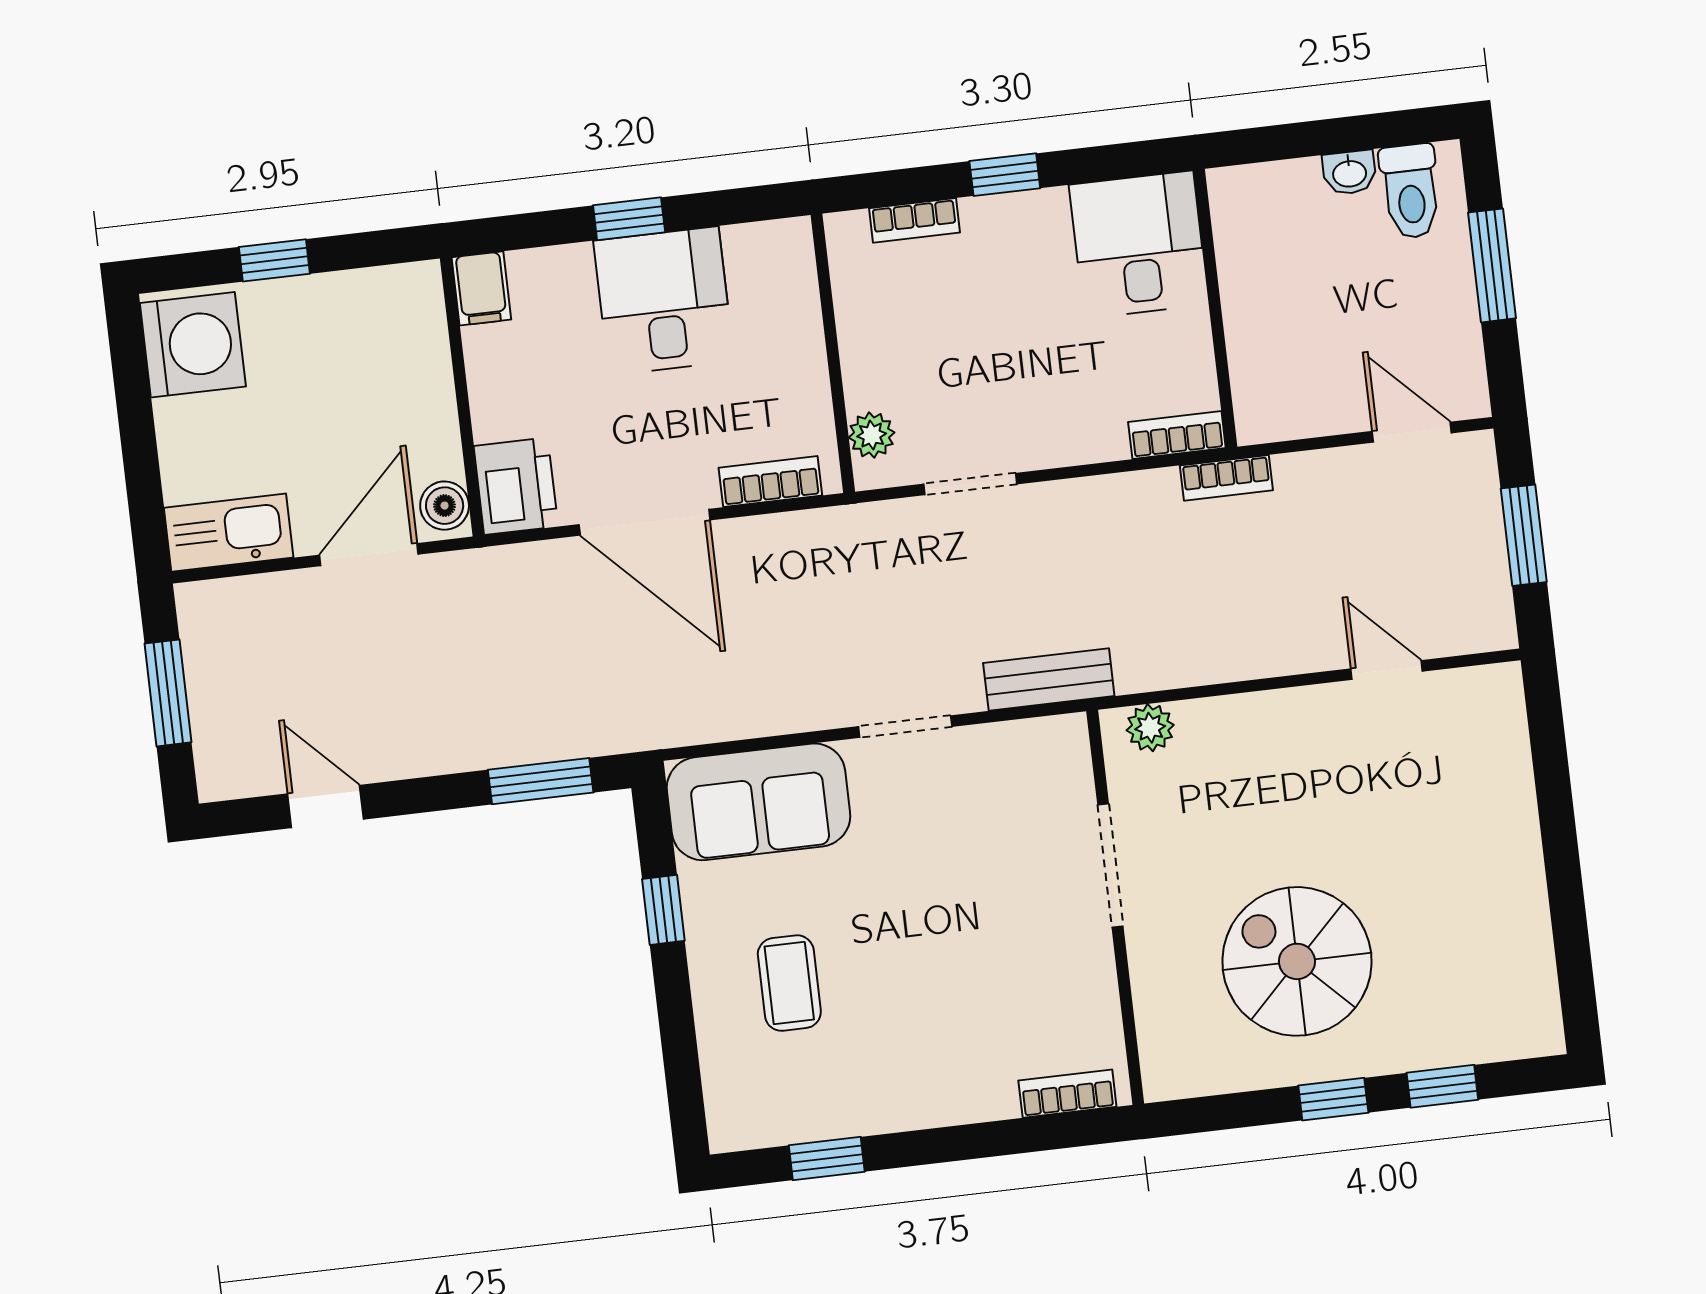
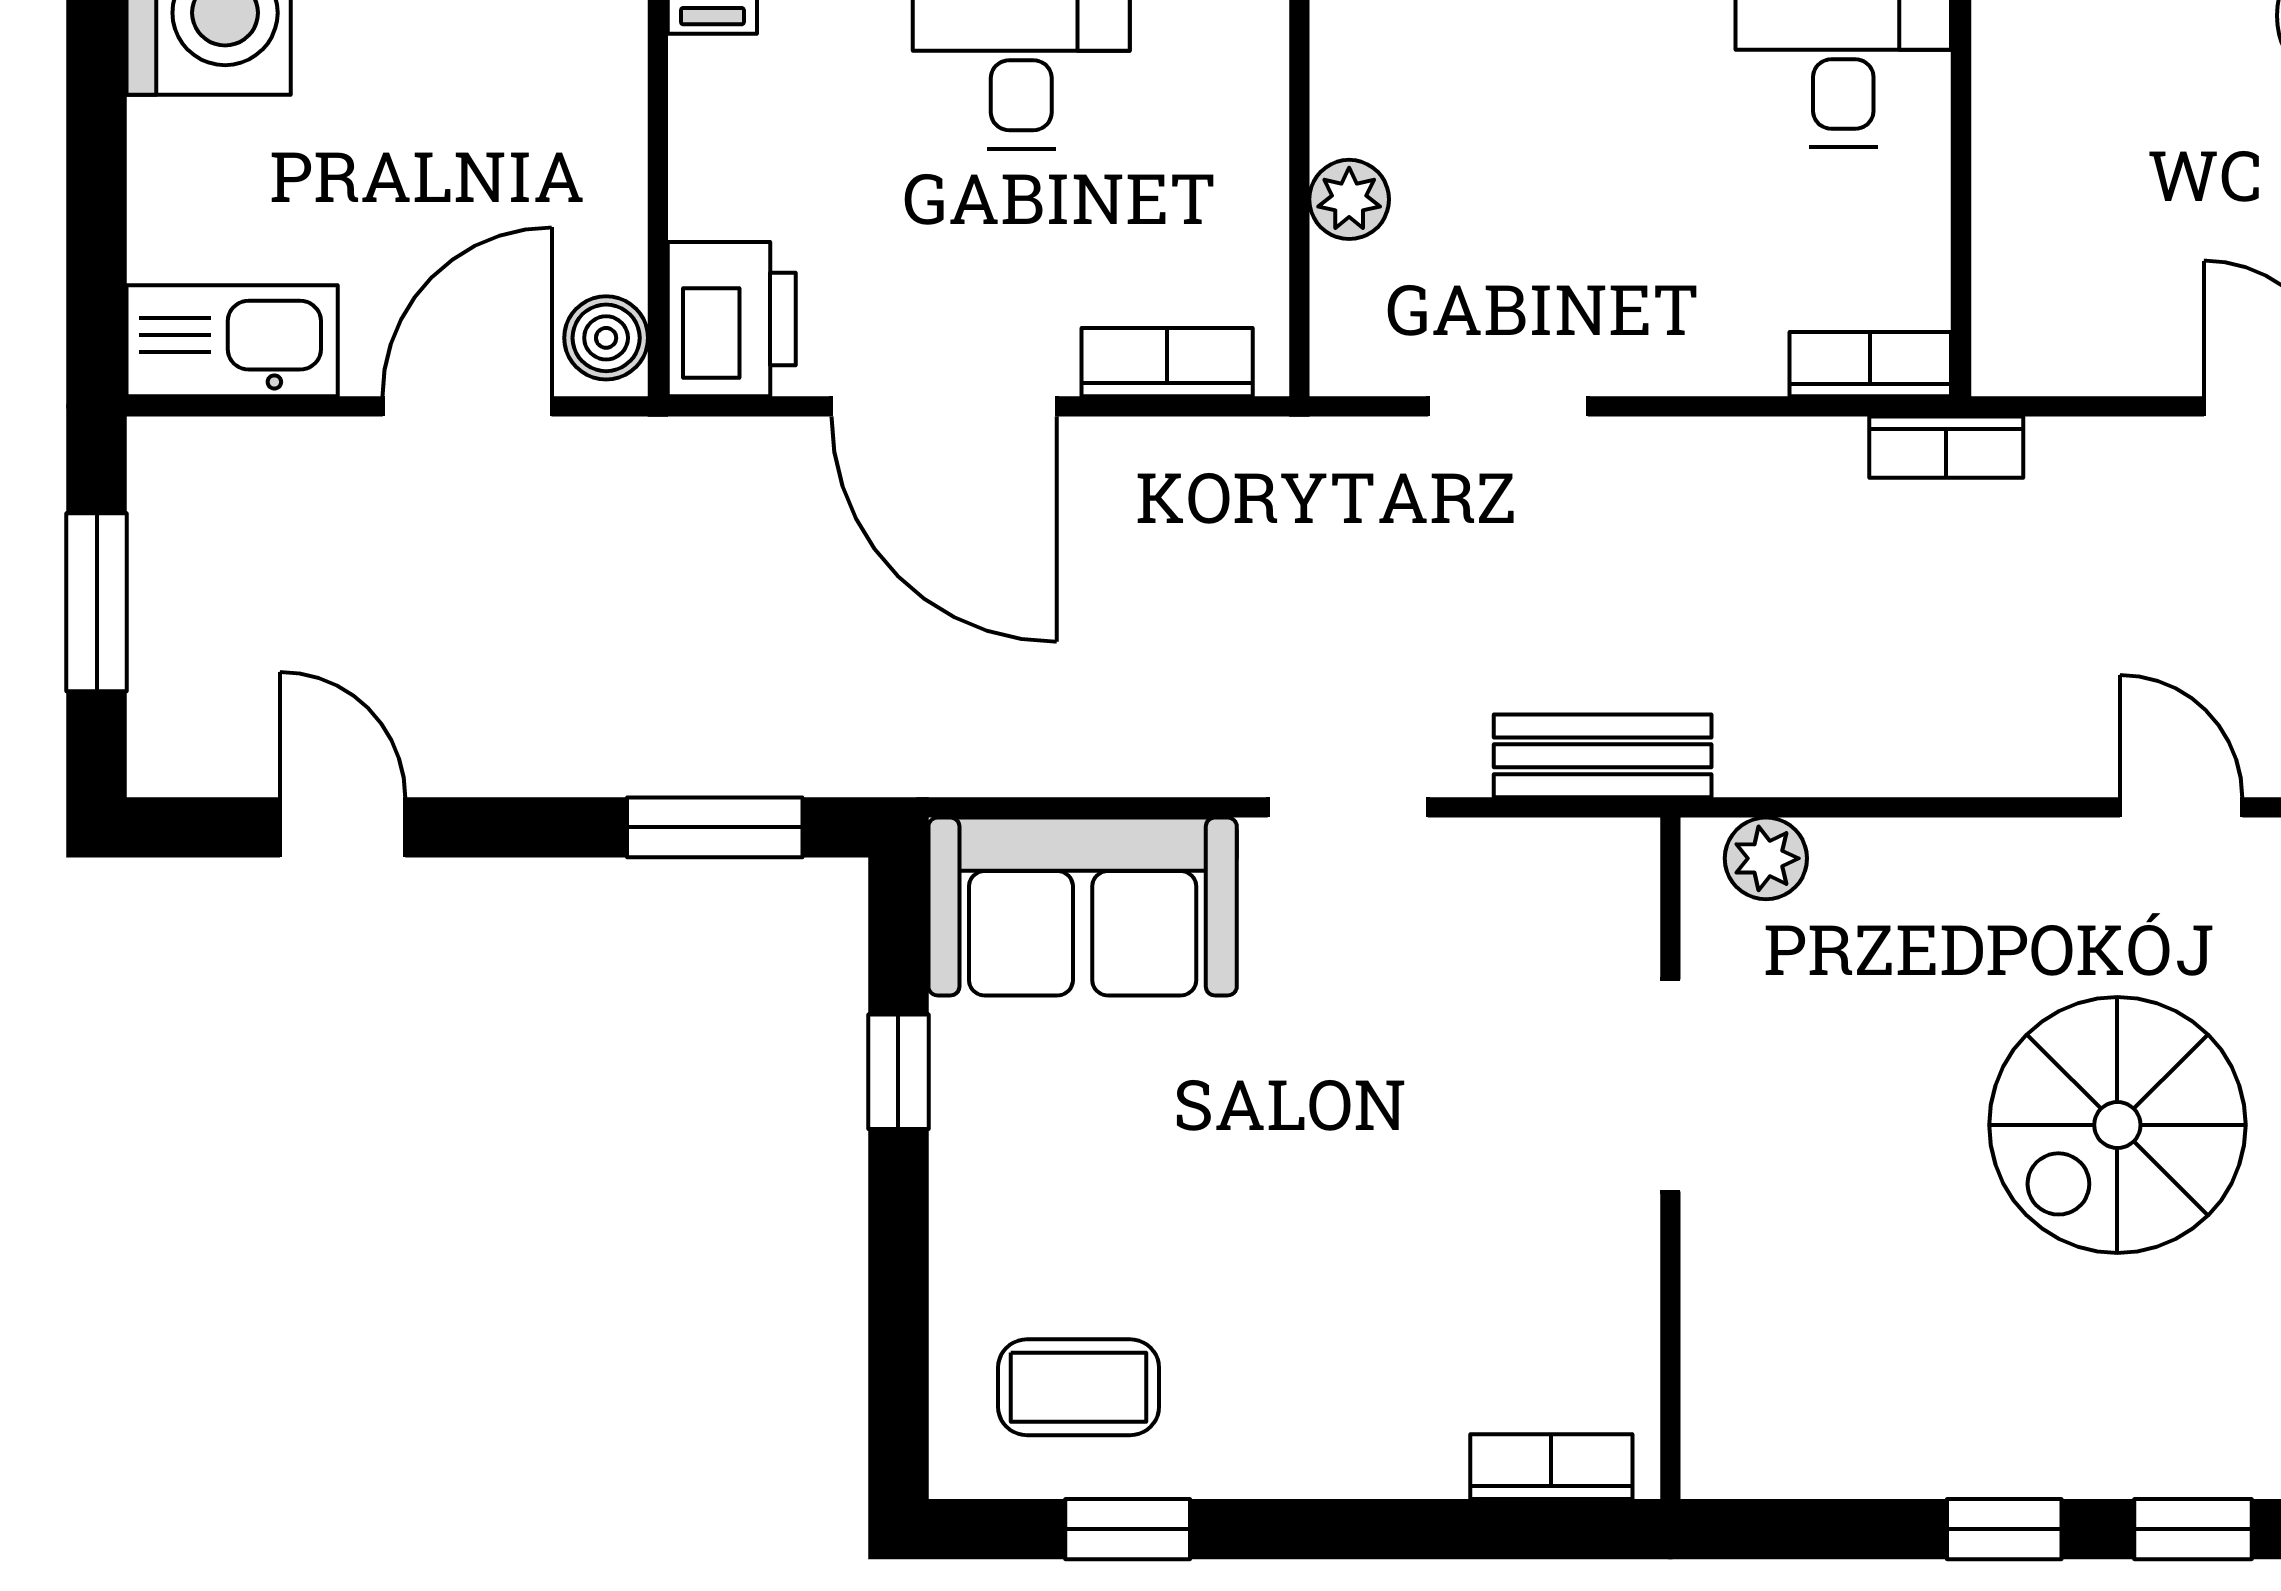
plant: (872, 435) -> (1349, 199), moved
spiral stairs: (1297, 961) -> (2117, 1125), moved, turned -90
coffee table: (789, 983) -> (1079, 1387), moved, turned 90

